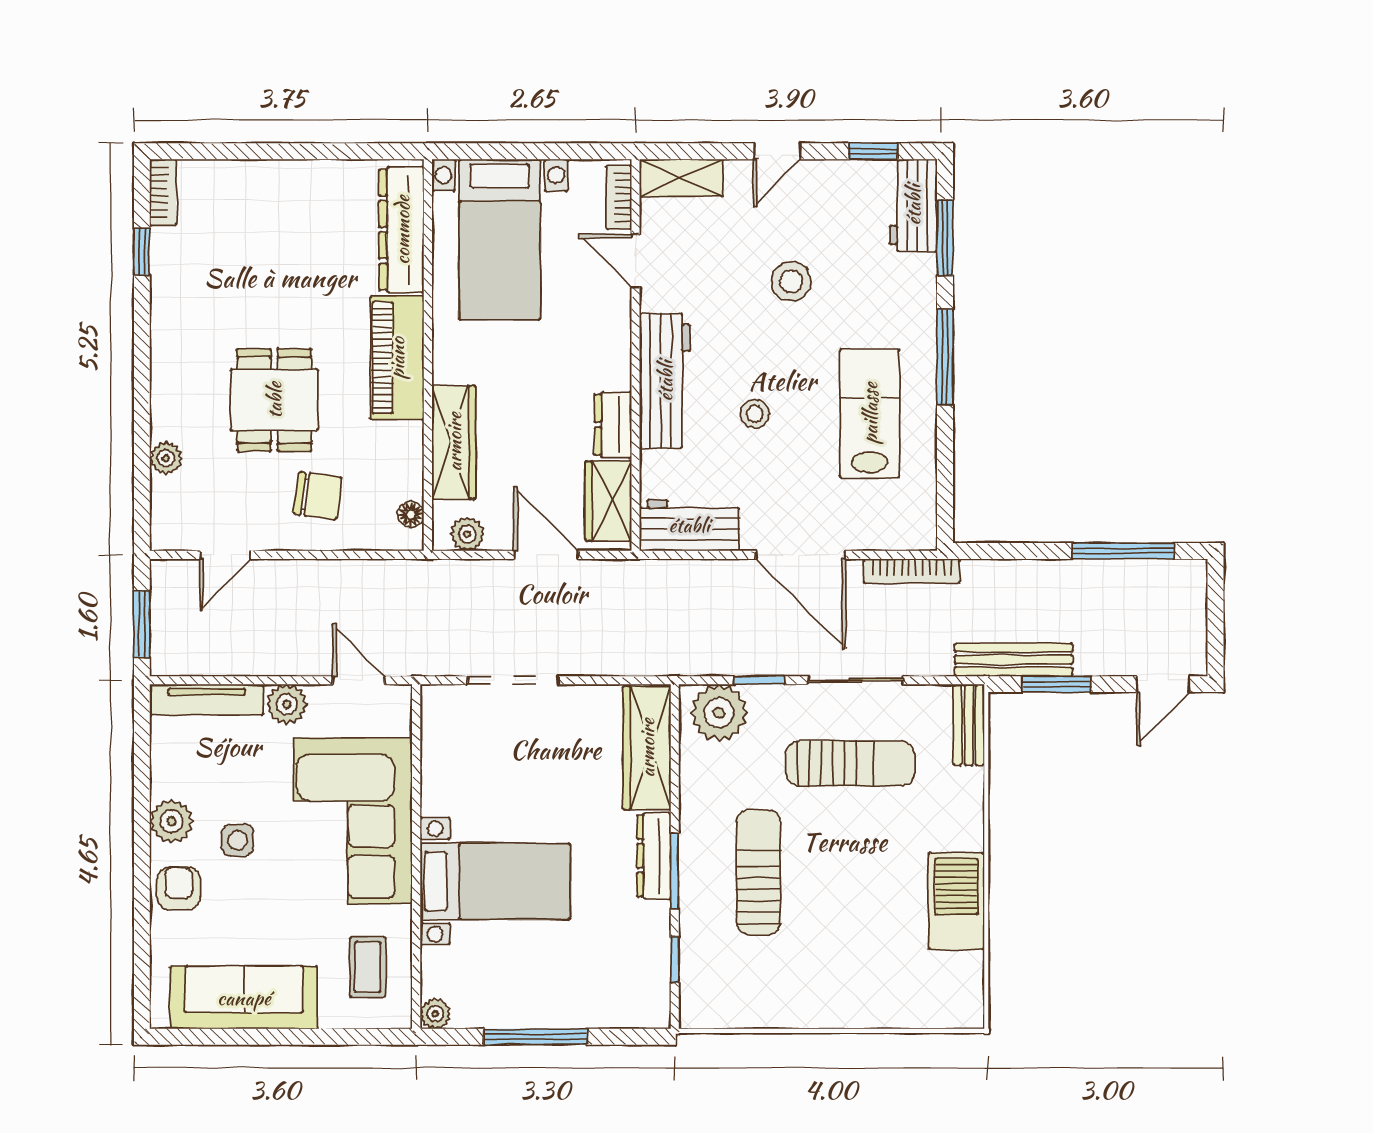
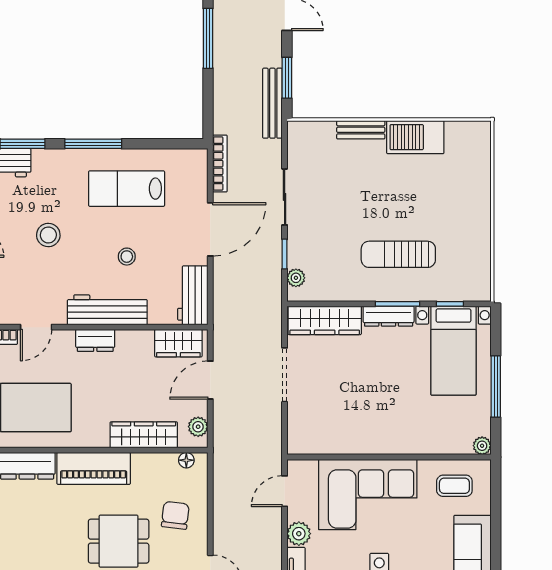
dresser: (613, 425) -> (95, 340), moved
doorway: (513, 680) -> (285, 375), moved
plant: (719, 713) -> (296, 278), width x0.53, depth x0.53
bench: (969, 725) -> (361, 130), moved
sun lounger: (850, 763) -> (334, 200), removed
bed with nightstands: (495, 881) -> (453, 351), moved, turned 180

